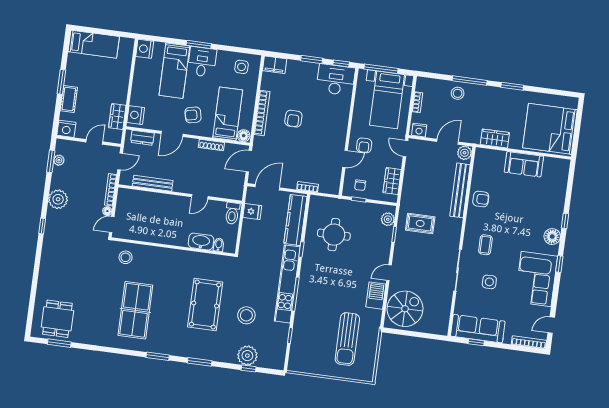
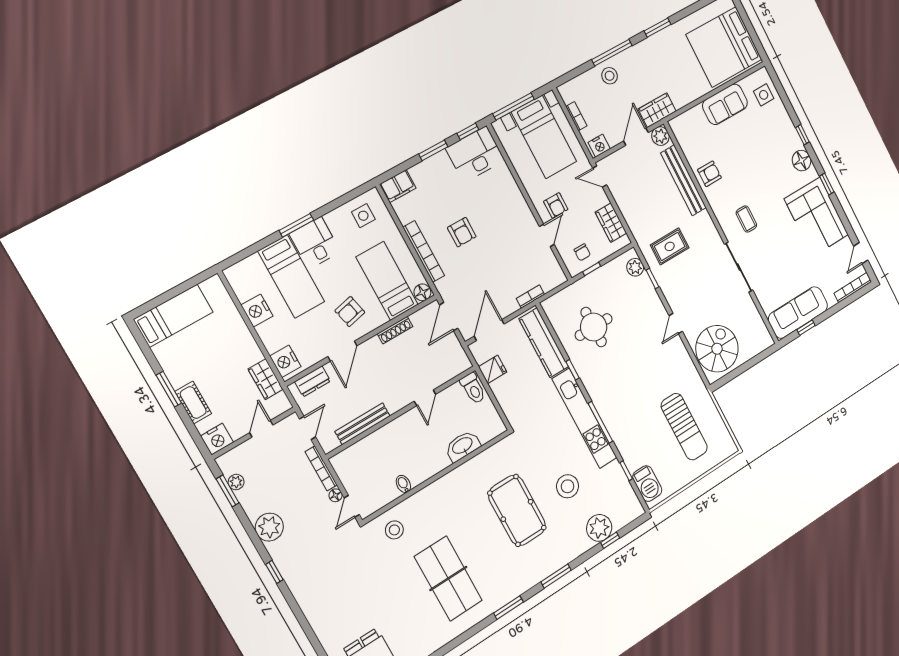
nightstand: (145, 49) -> (257, 310), moved
wardrobe: (495, 138) -> (657, 110), moved
bidet: (219, 245) -> (403, 484), moved
side table: (489, 282) -> (764, 95), moved
barbecue: (376, 296) -> (647, 484), moved, turned 180

